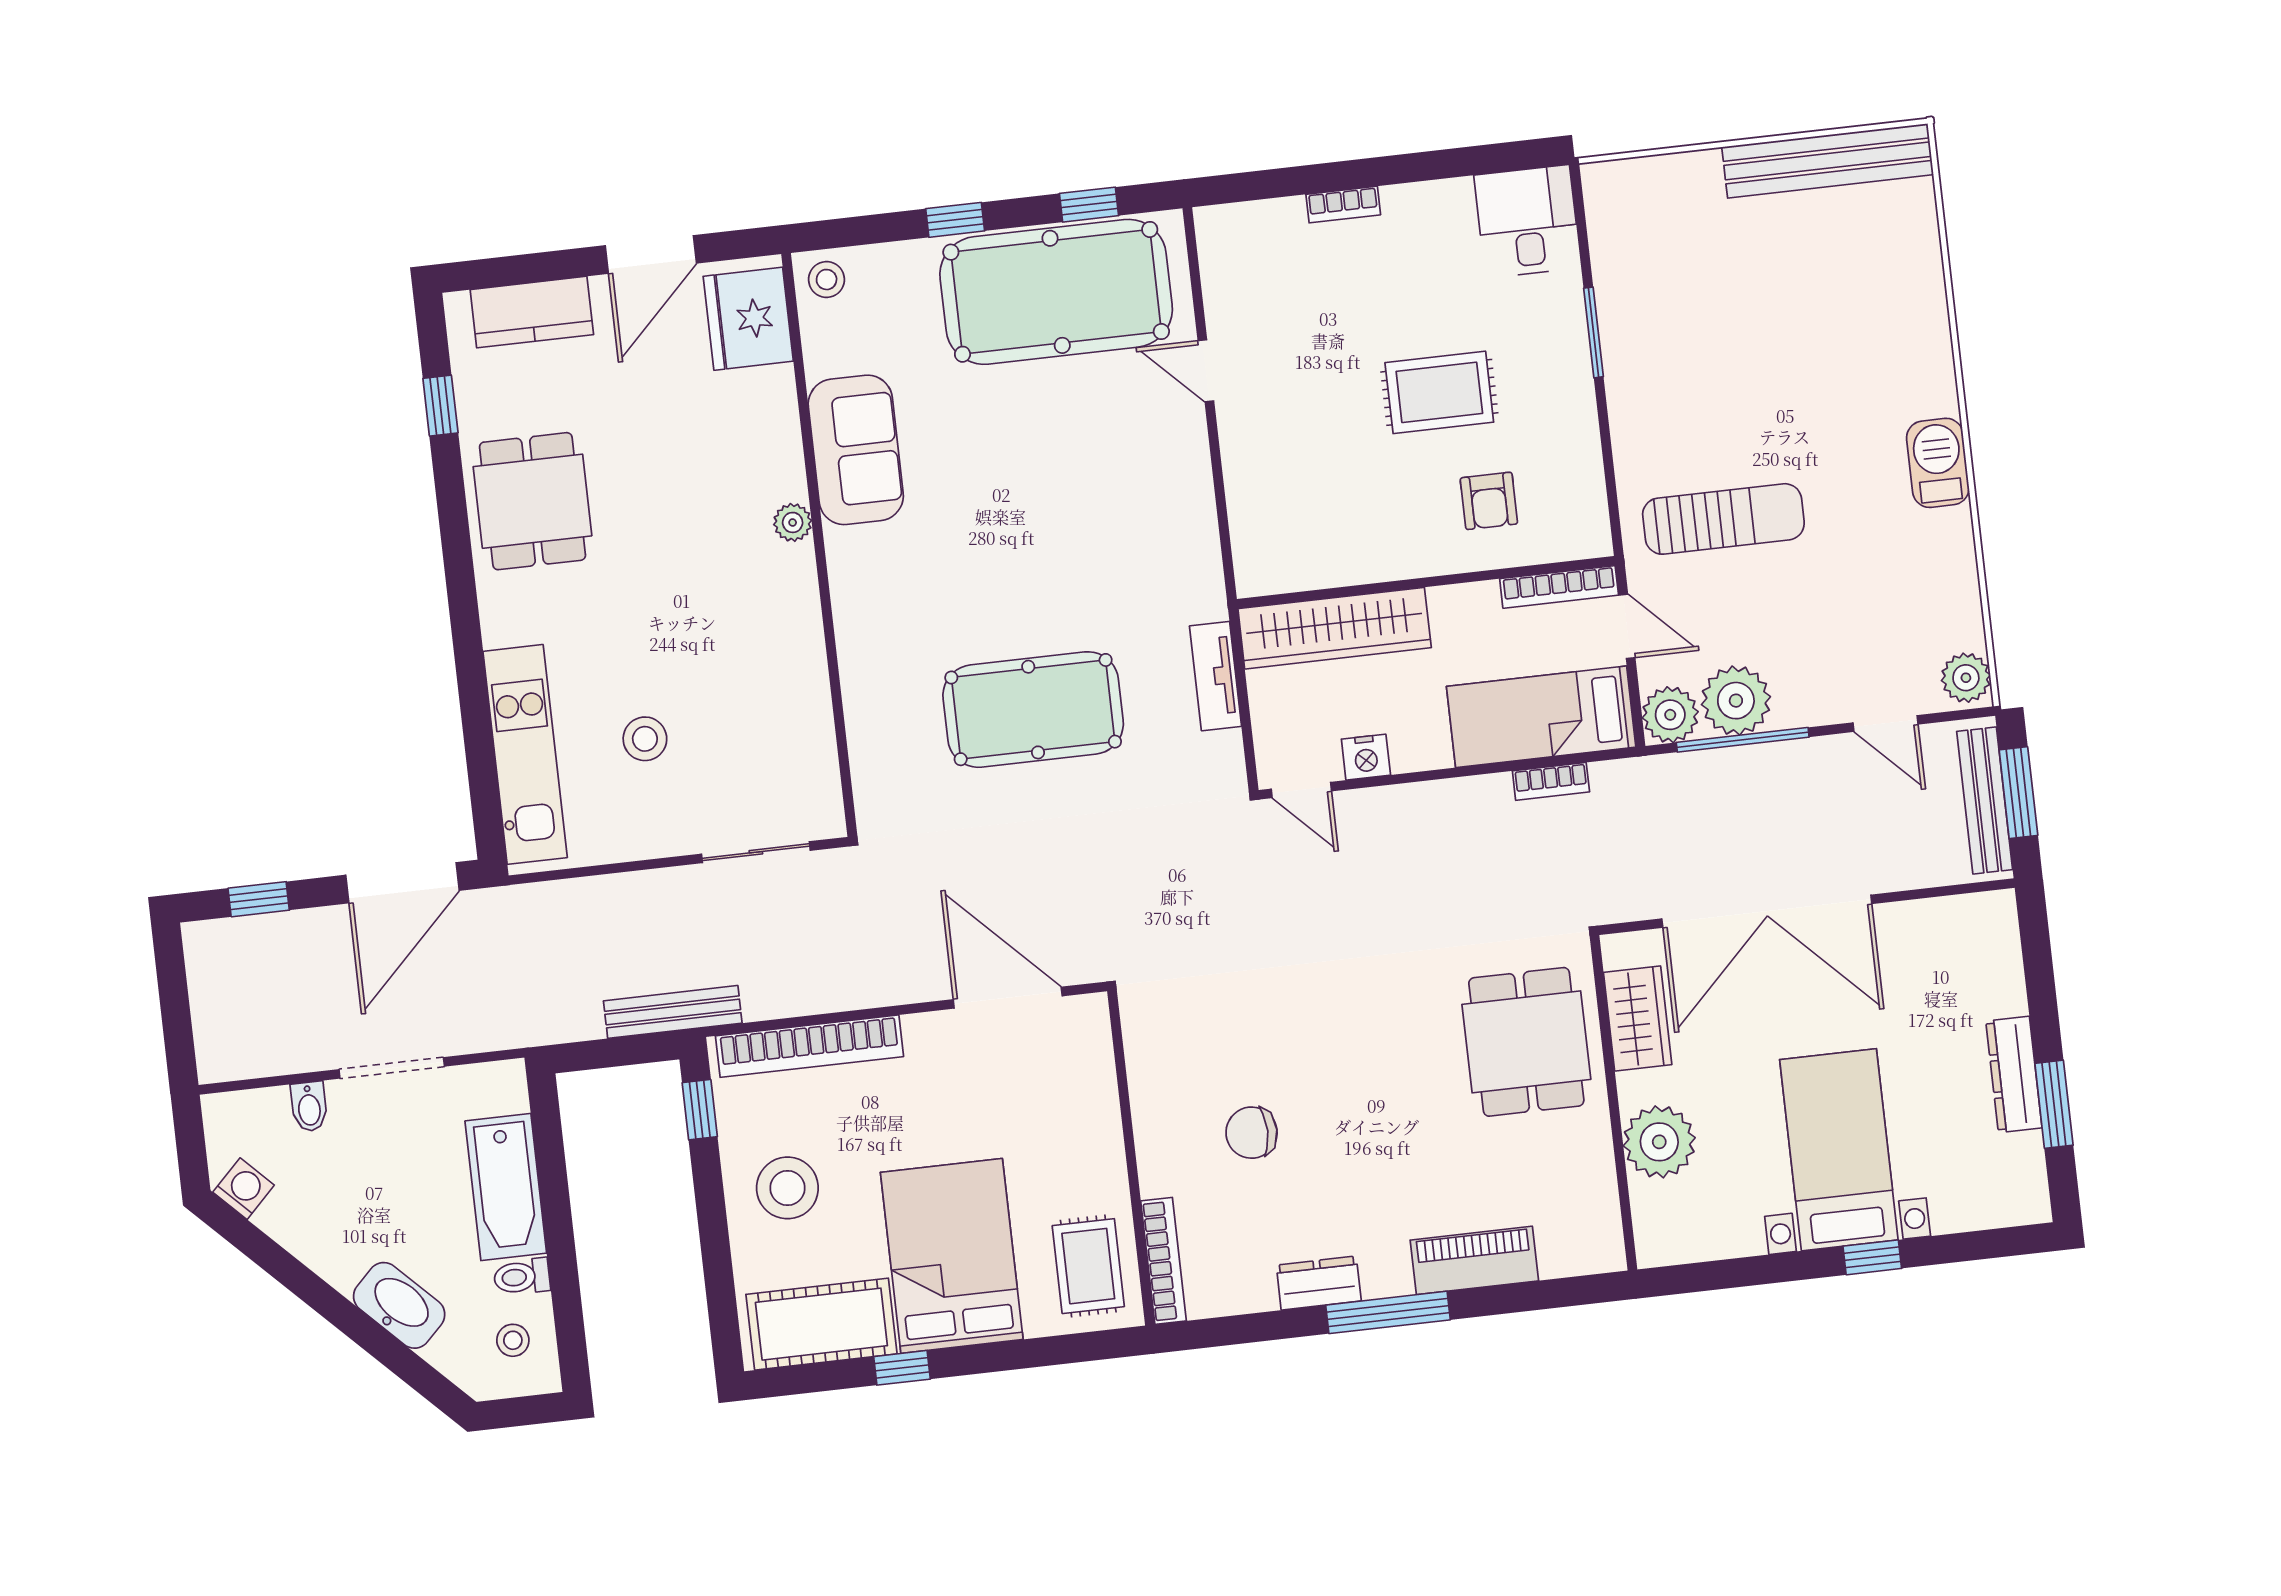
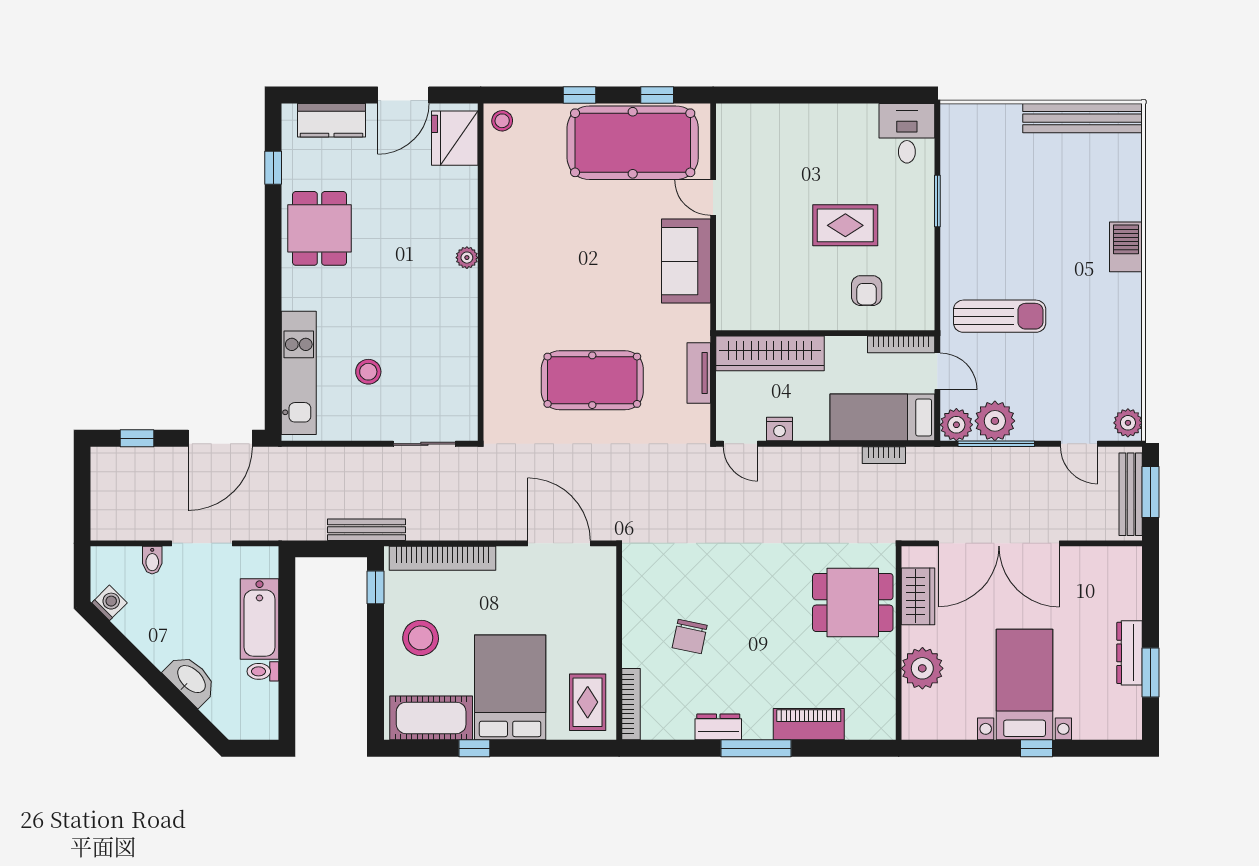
bookcase: (1343, 205) -> (803, 112), removed
sofa: (856, 450) -> (686, 261), moved, turned 180
barbecue: (1938, 463) -> (1126, 247), moved
dining table: (1526, 1042) -> (853, 602), turned 90
chair: (1252, 1133) -> (690, 636), turned -78
stool: (513, 1340) -> (254, 707), removed

